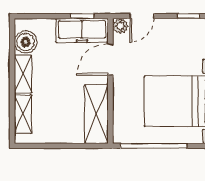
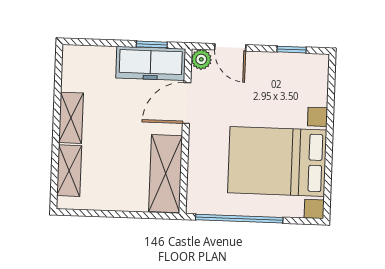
door: (142, 16) -> (230, 47), hinge flipped
boiler: (26, 42) -> (76, 76), removed

